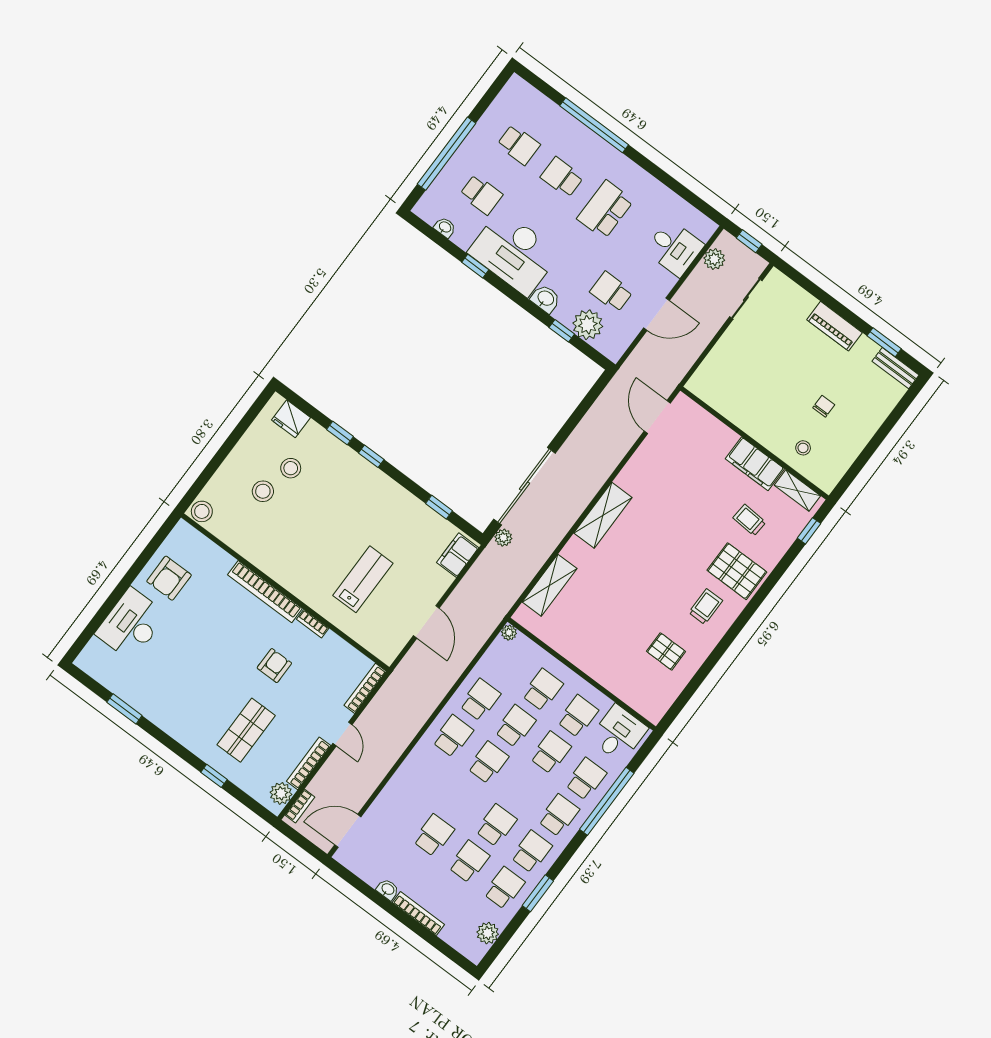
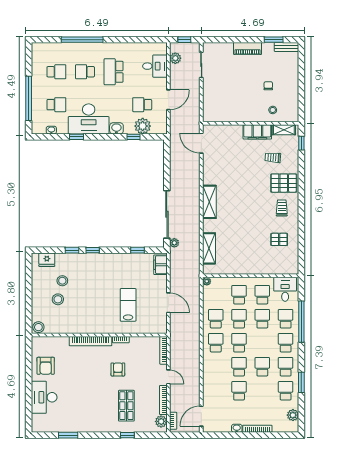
school desk: (469, 862) -> (239, 367), moved

